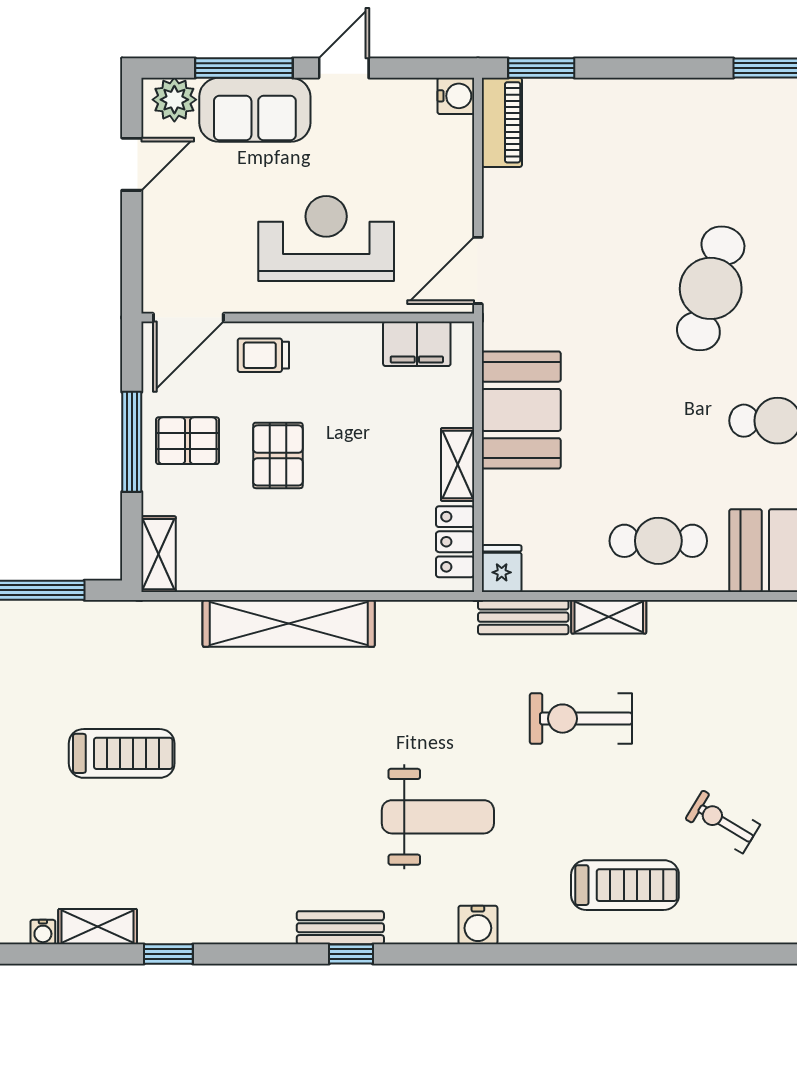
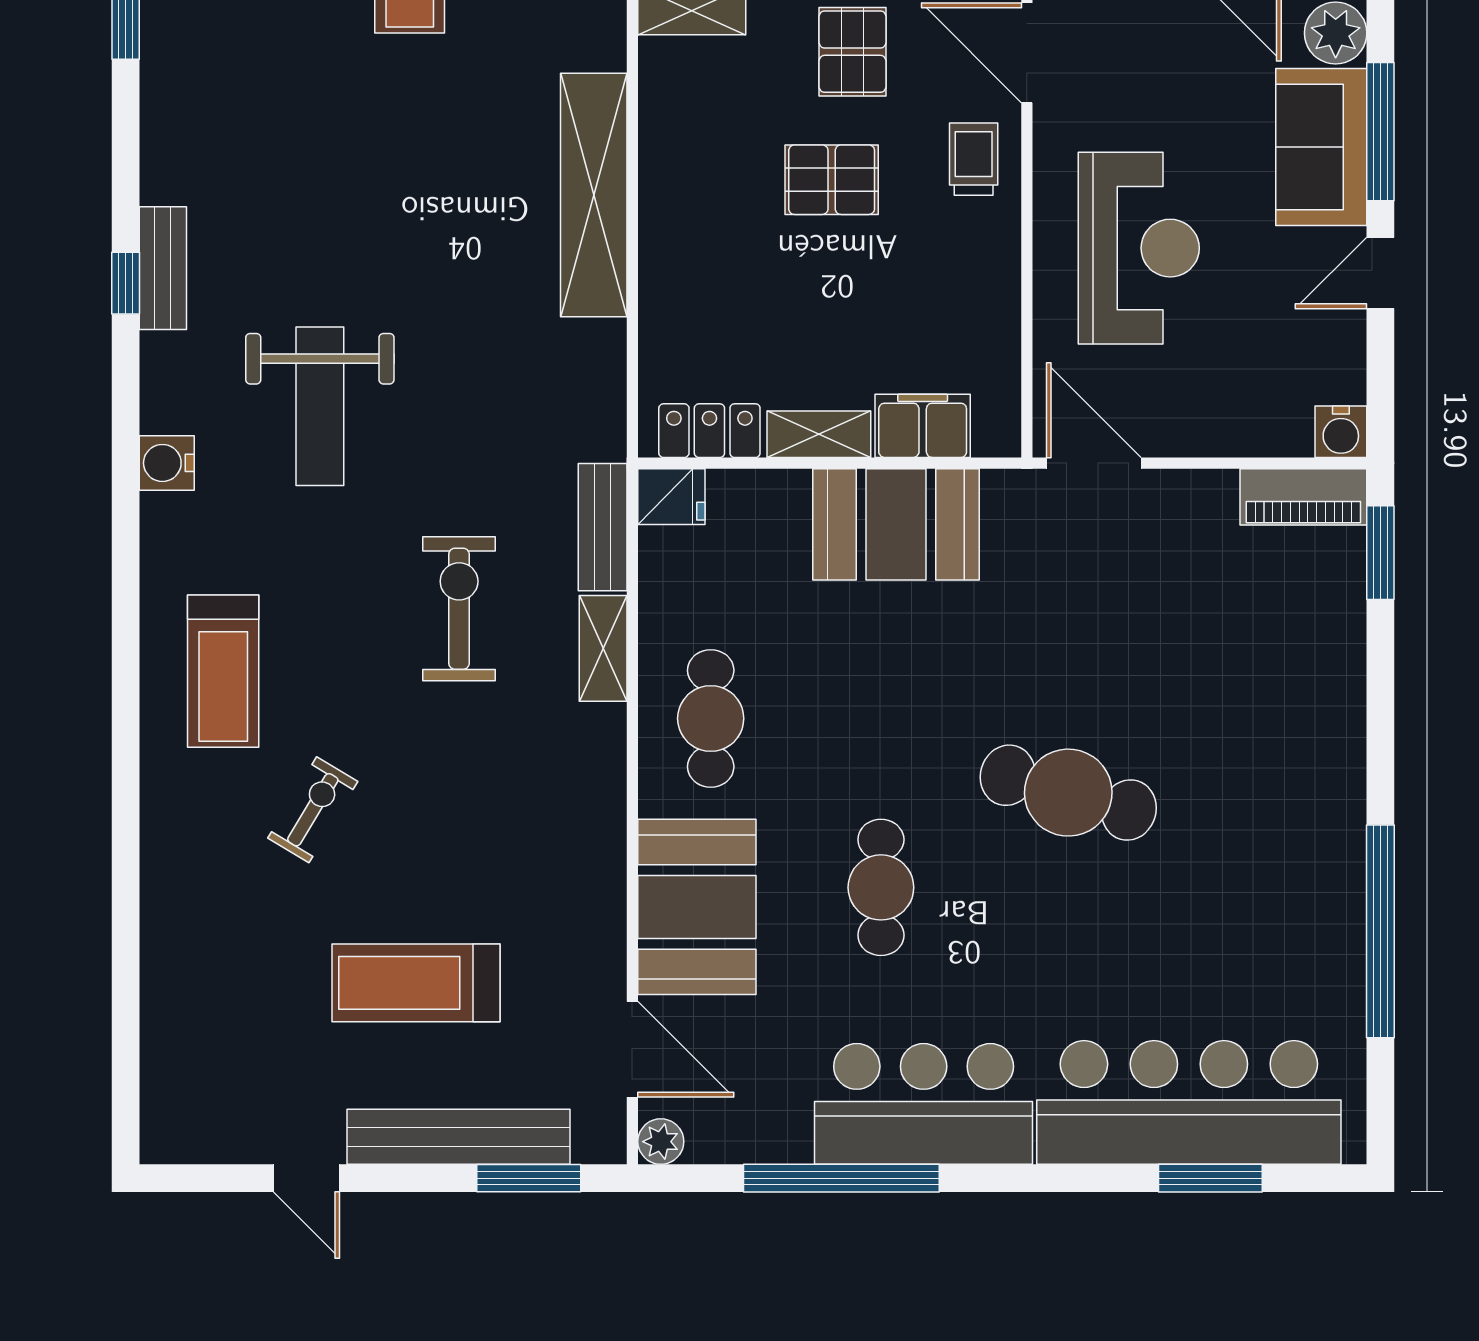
door: (344, 68) -> (1380, 273), swing flipped
filing cabinet: (417, 344) -> (923, 426), moved, turned 90

